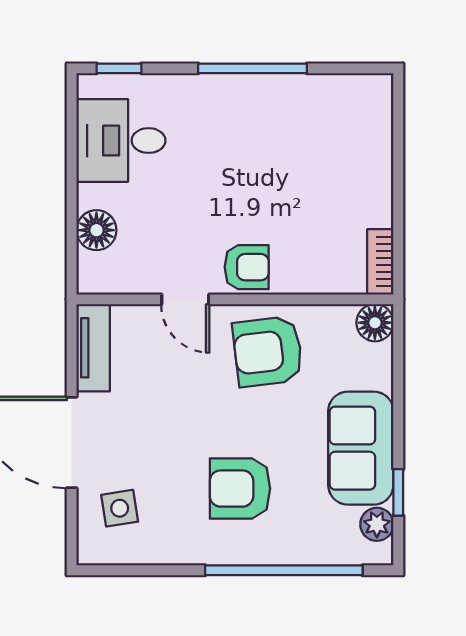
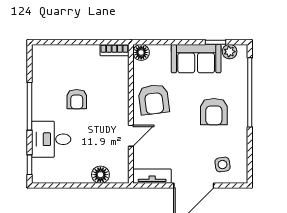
desk: (121, 141) -> (51, 139), moved, turned 90
armchair: (247, 267) -> (77, 99), moved, turned 180

